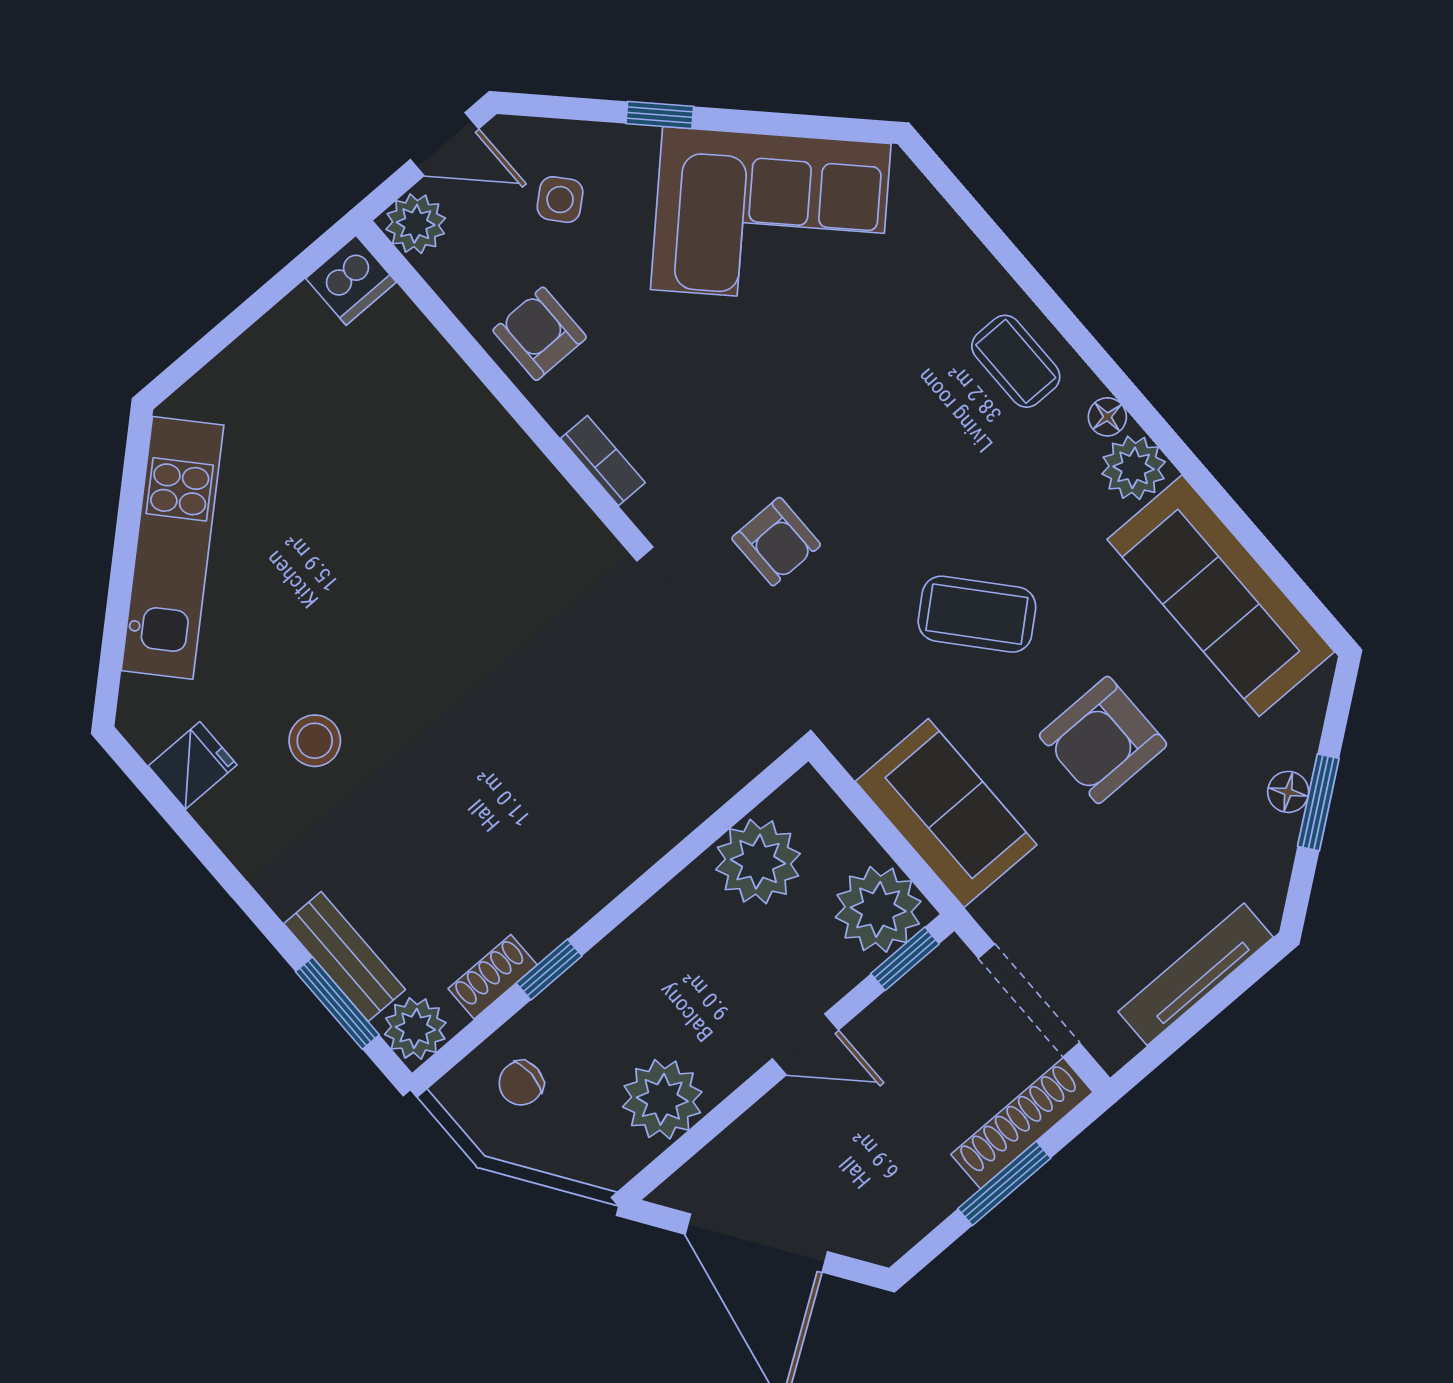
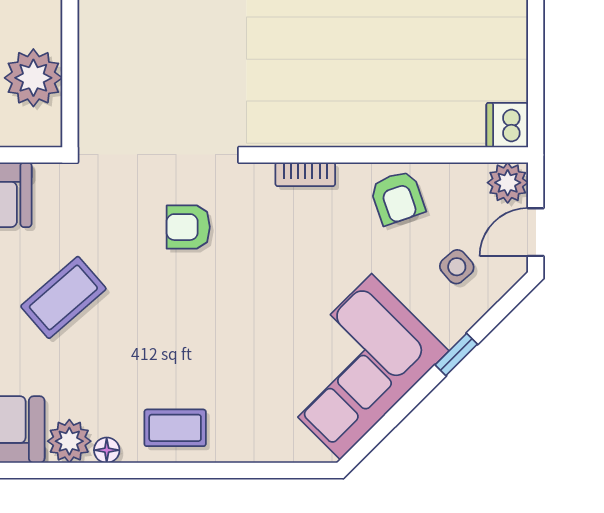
armchair: (540, 334) -> (397, 198), turned 71

